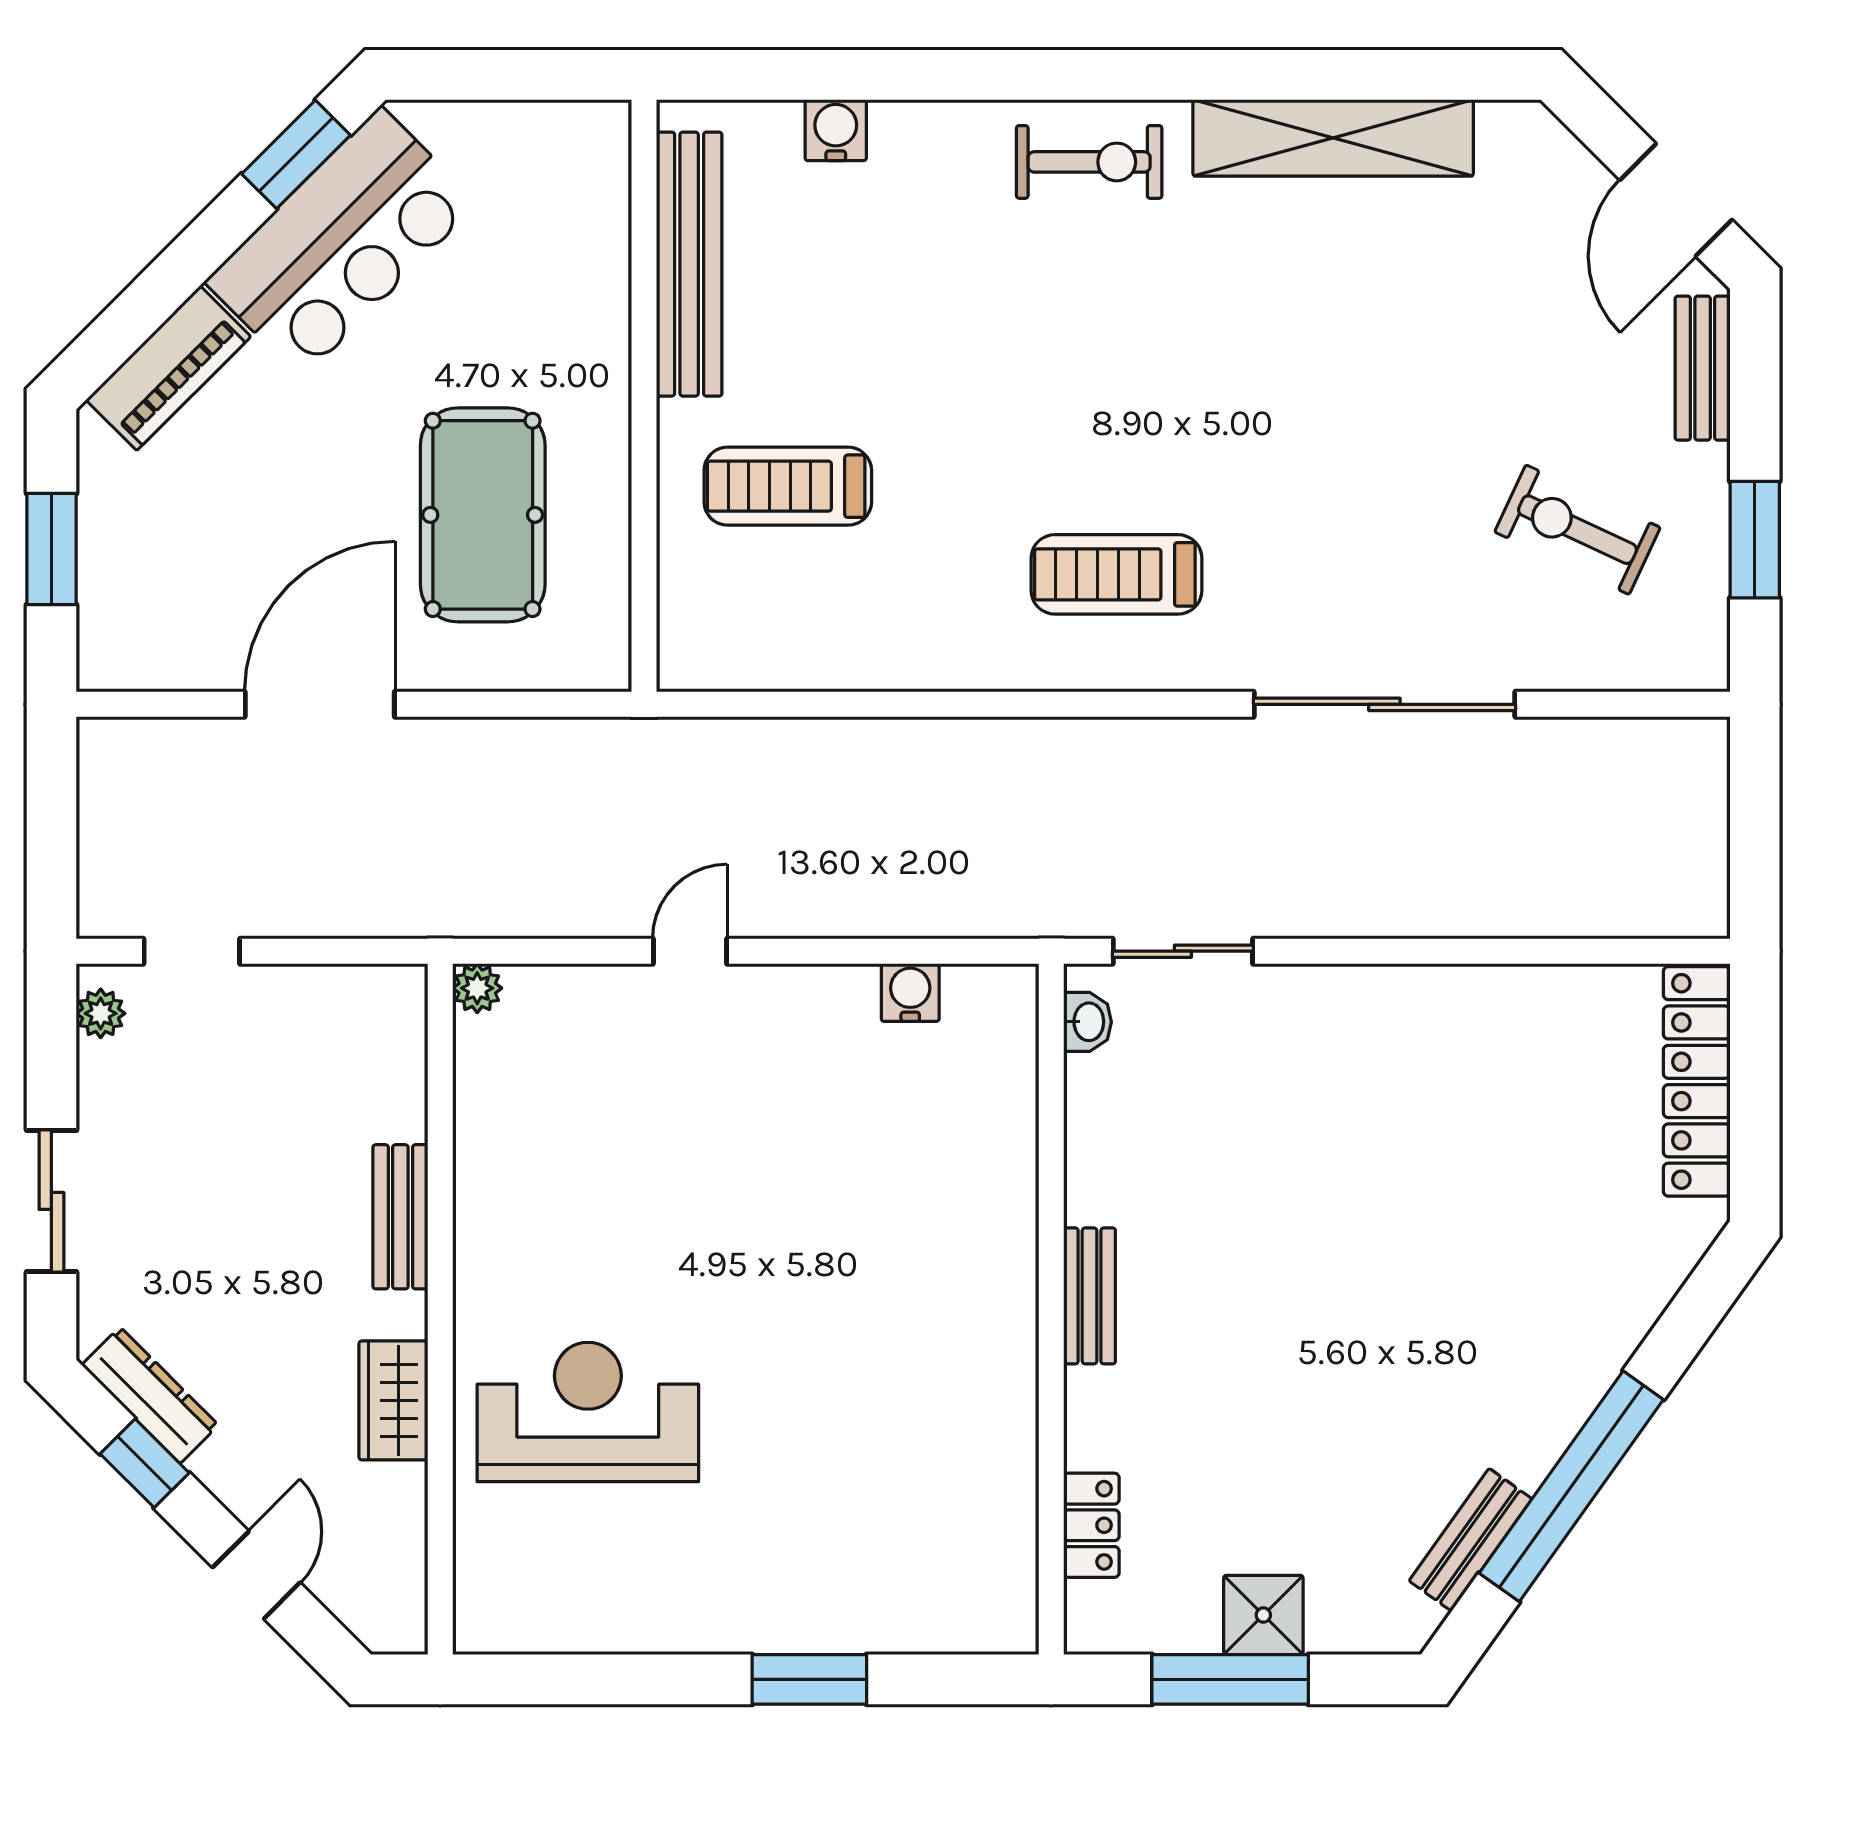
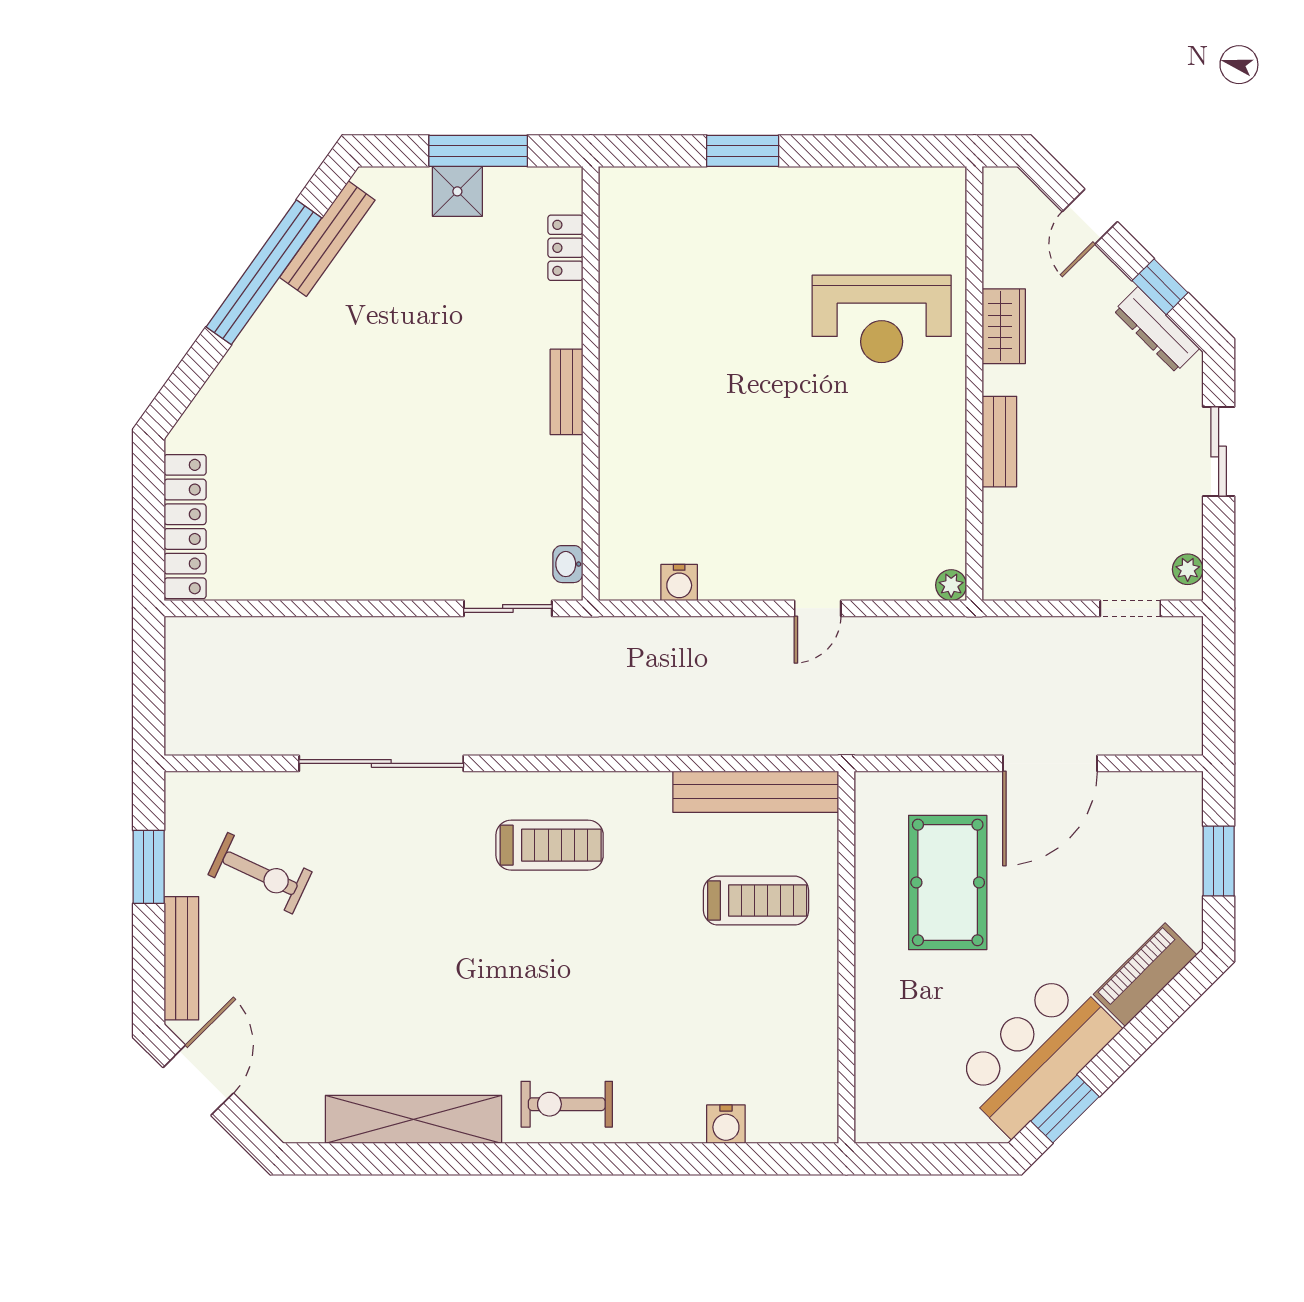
bench: (689, 264) -> (756, 792), moved, turned 90
bench: (1703, 368) -> (181, 958), width x1.36
bench: (1470, 1540) -> (327, 239), width x1.36

